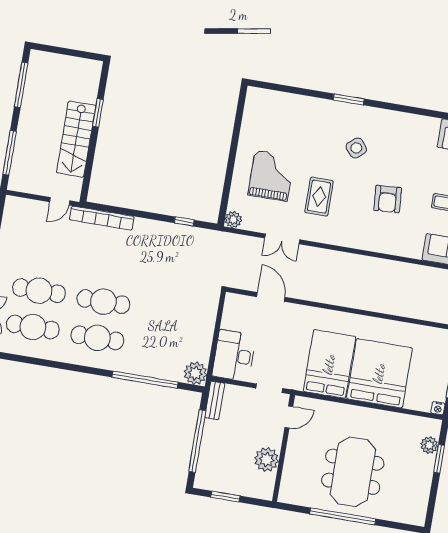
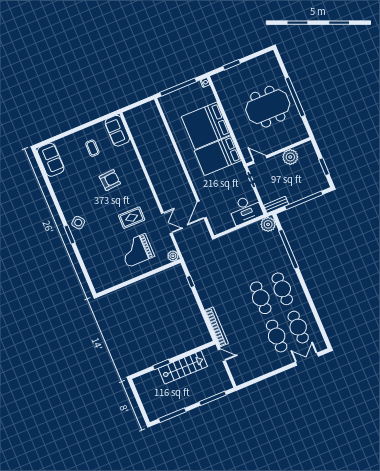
side table: (356, 148) -> (78, 223), moved
plant: (429, 445) -> (228, 75), removed

